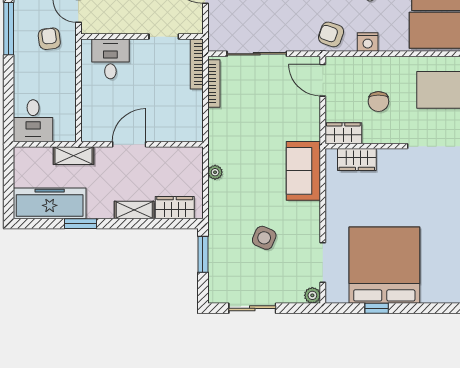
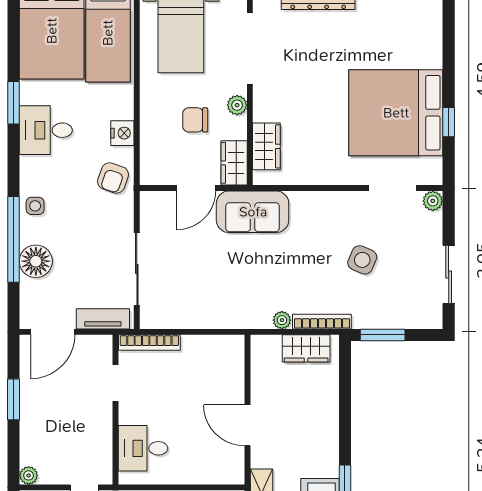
tv unit: (216, 26) -> (103, 319), added
door: (323, 80) -> (196, 188), moved
bookcase: (214, 84) -> (322, 322), moved
chair: (378, 101) -> (195, 120), turned 180
plant: (390, 136) -> (237, 105), added
sofa: (303, 171) -> (253, 212), moved
wardrobe: (175, 208) -> (306, 348), moved, turned -90
shelving: (134, 210) -> (328, 419), removed

